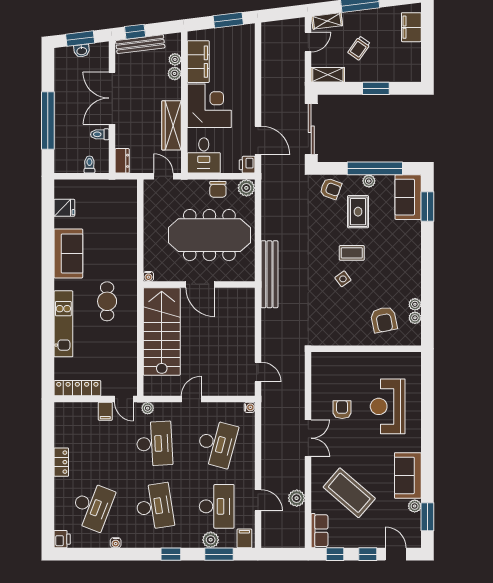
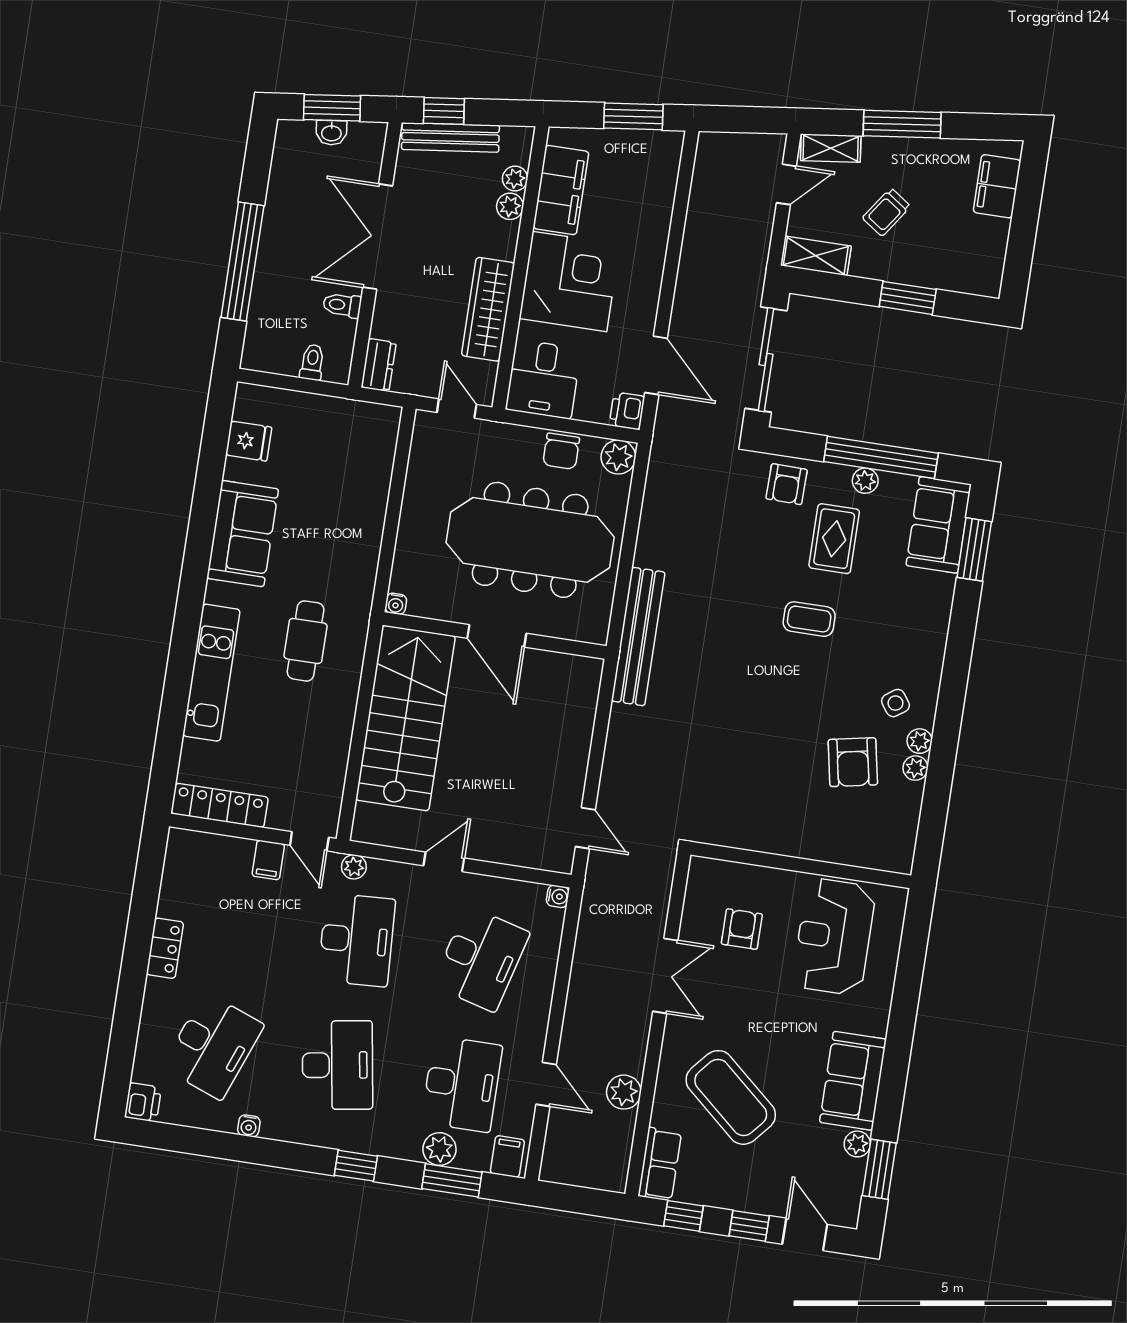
armchair: (331, 189) -> (787, 484), turned 71
side table: (343, 279) -> (895, 703), moved
wall: (366, 349) -> (801, 865), moved

